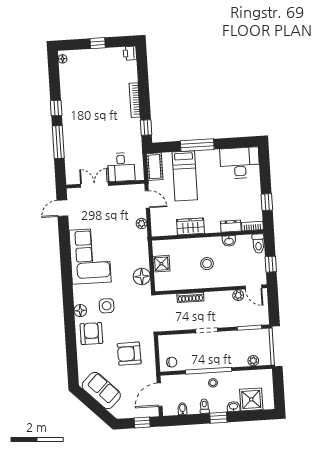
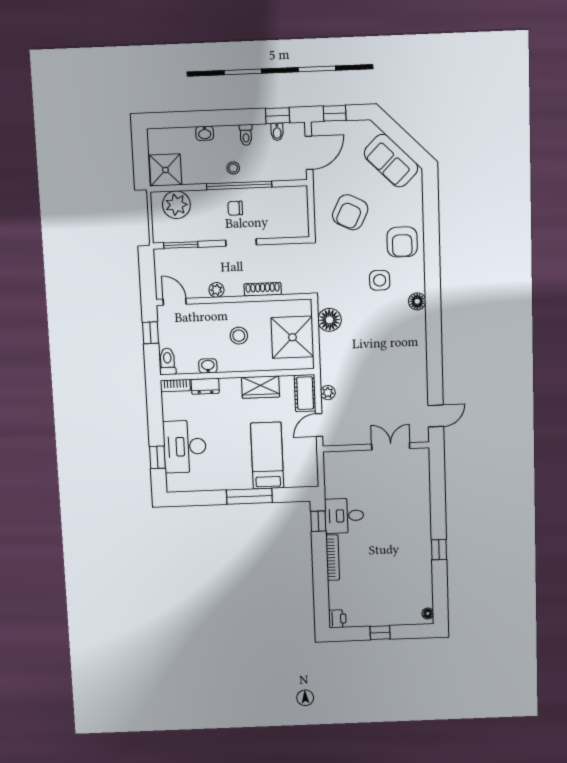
window: (58, 142) -> (438, 505), removed
desk: (240, 163) -> (185, 447), moved, turned 90
desk: (121, 167) -> (344, 516), moved, turned -90
cot: (155, 167) -> (305, 393), moved
double door: (95, 185) -> (391, 446), swing flipped
door: (147, 199) -> (319, 425), hinge flipped
window: (267, 202) -> (157, 457), moved
corner sofa: (90, 256) -> (400, 350), removed
shower: (161, 264) -> (292, 337), width x1.86, depth x1.86
plant: (238, 295) -> (216, 290), moved
floor lamp: (80, 311) -> (417, 301), moved
armchair: (129, 354) -> (350, 212), turned 117
plant: (253, 361) -> (176, 205), width x1.88, depth x1.88
chair: (172, 362) -> (235, 208), moved
shower: (251, 399) -> (165, 170), moved
window: (218, 418) -> (278, 116), moved

